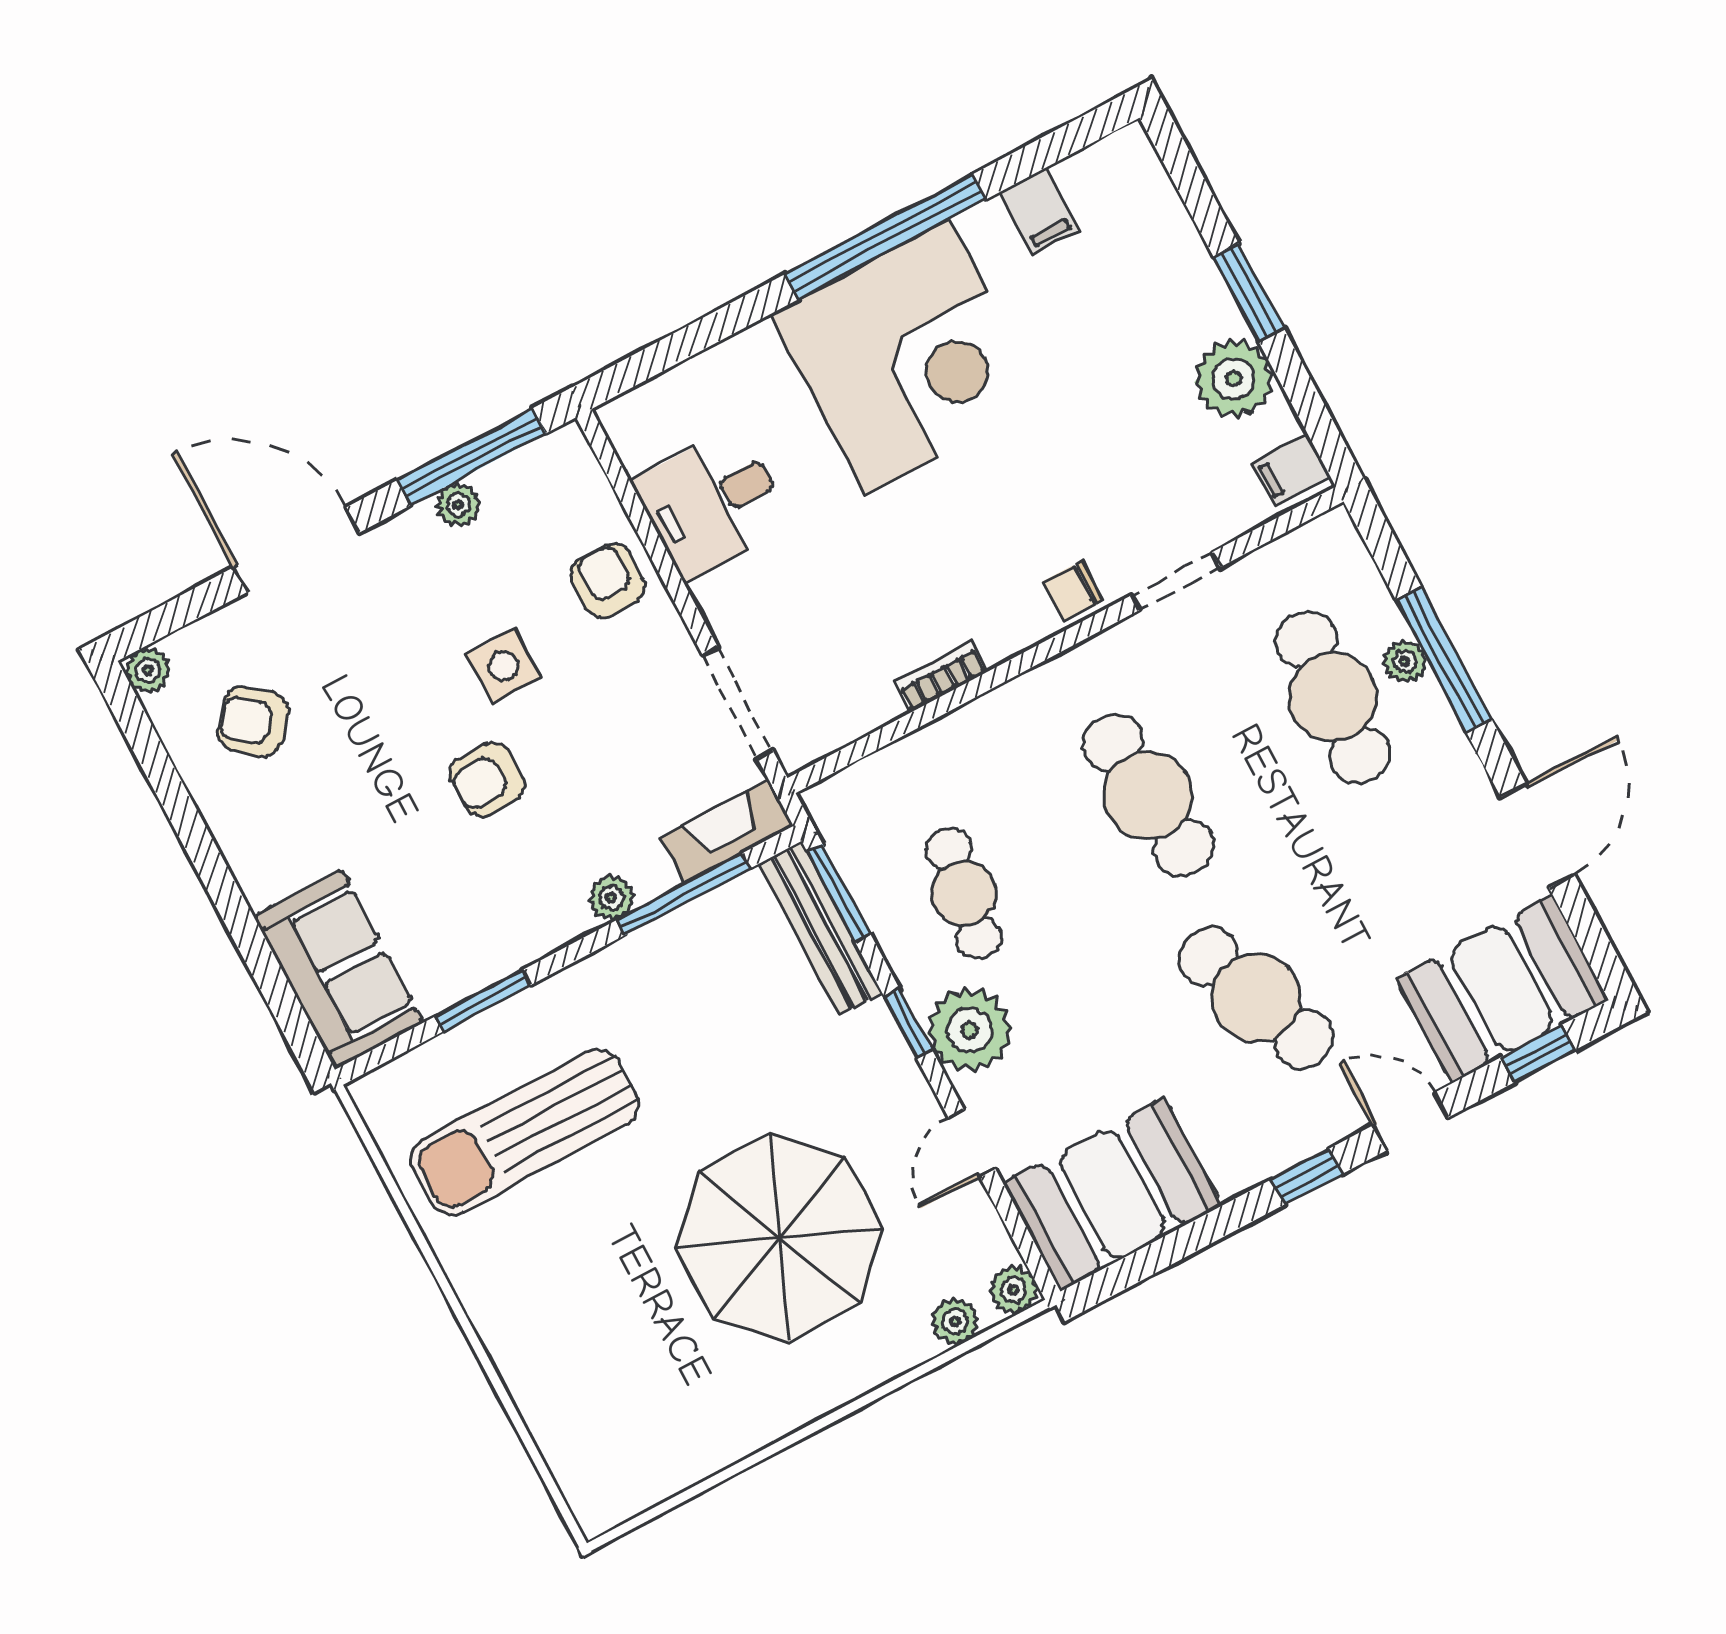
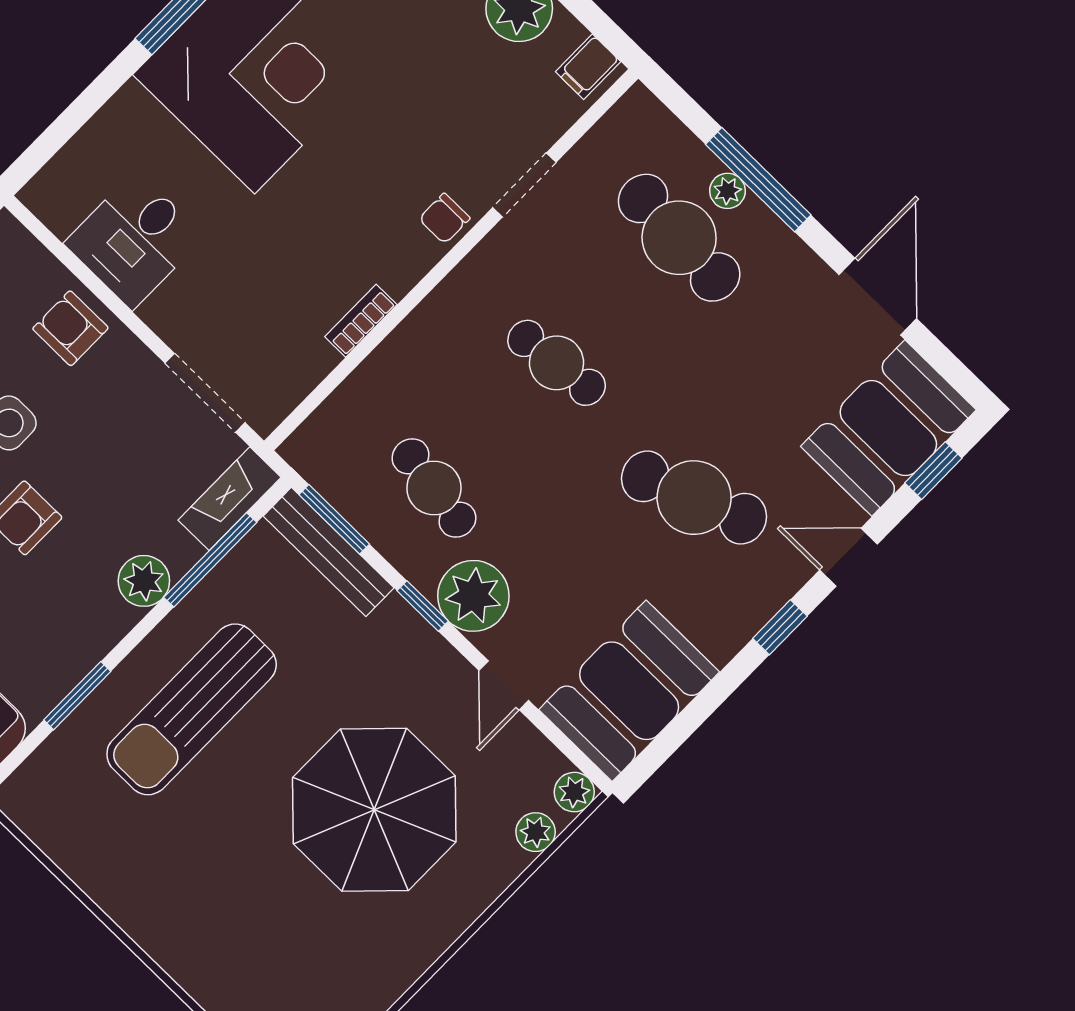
cafe table: (1148, 795) -> (557, 363), width x0.73, depth x0.74
plant: (611, 898) -> (144, 581), width x1.38, depth x1.38
sun lounger: (525, 1132) -> (192, 709), moved

